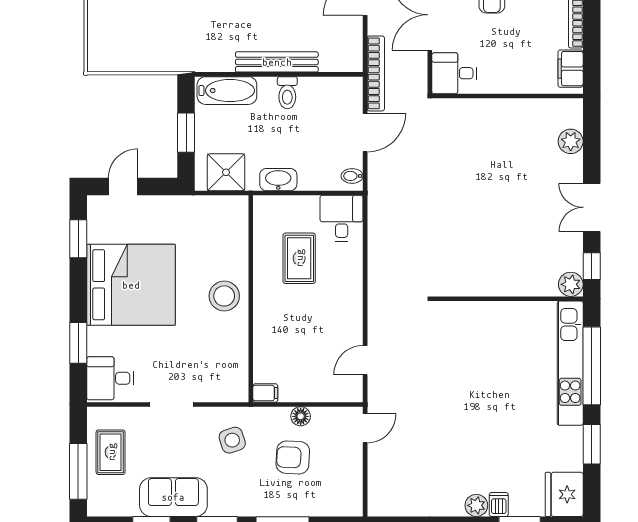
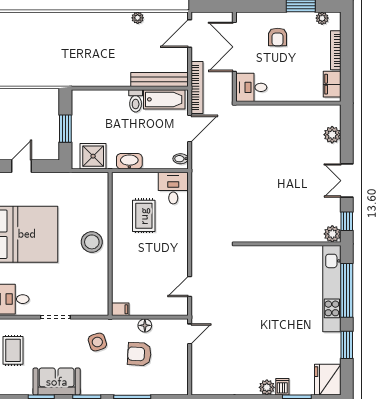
bench: (277, 62) -> (159, 80), moved
bathtub: (227, 91) -> (164, 99), moved

